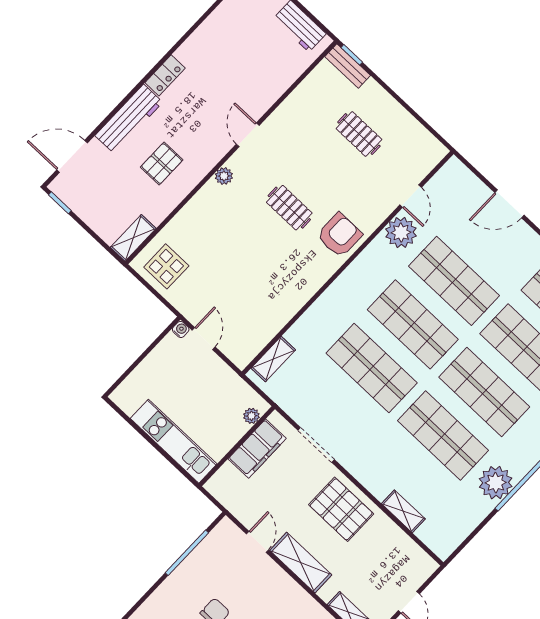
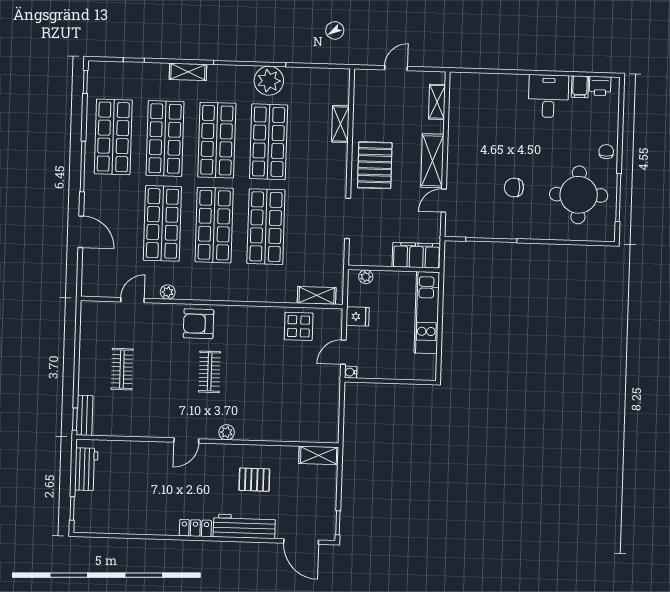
plant: (401, 233) -> (168, 292), width x0.53, depth x0.53
display table: (166, 266) -> (299, 326), moved
fridge: (223, 378) -> (358, 316), added
filing cabinet: (257, 449) -> (416, 255), moved

